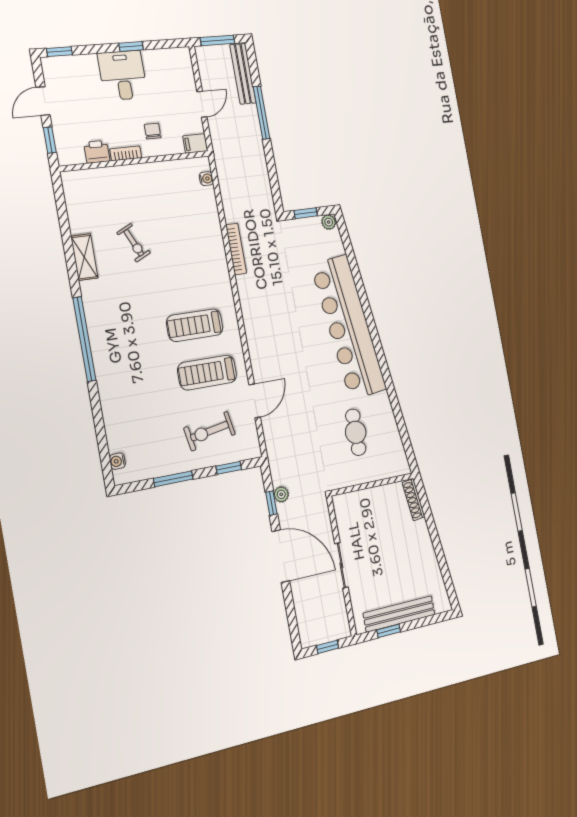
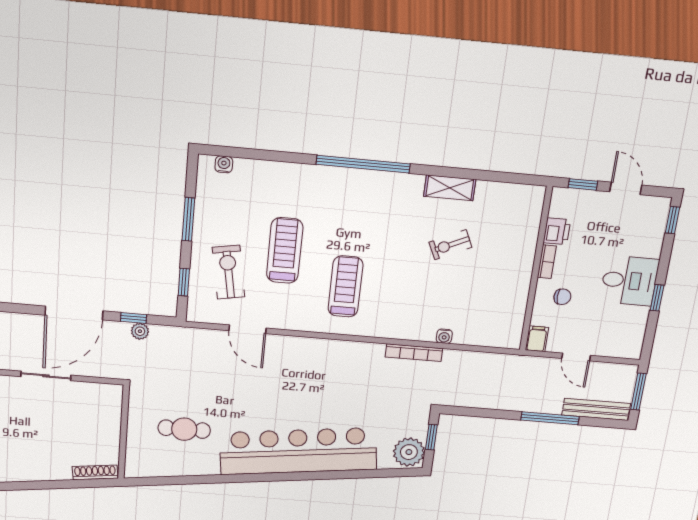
water cooler: (206, 179) -> (444, 336), moved
plant: (329, 222) -> (409, 452), width x1.88, depth x1.88
treadmill: (207, 373) -> (285, 251), moved

